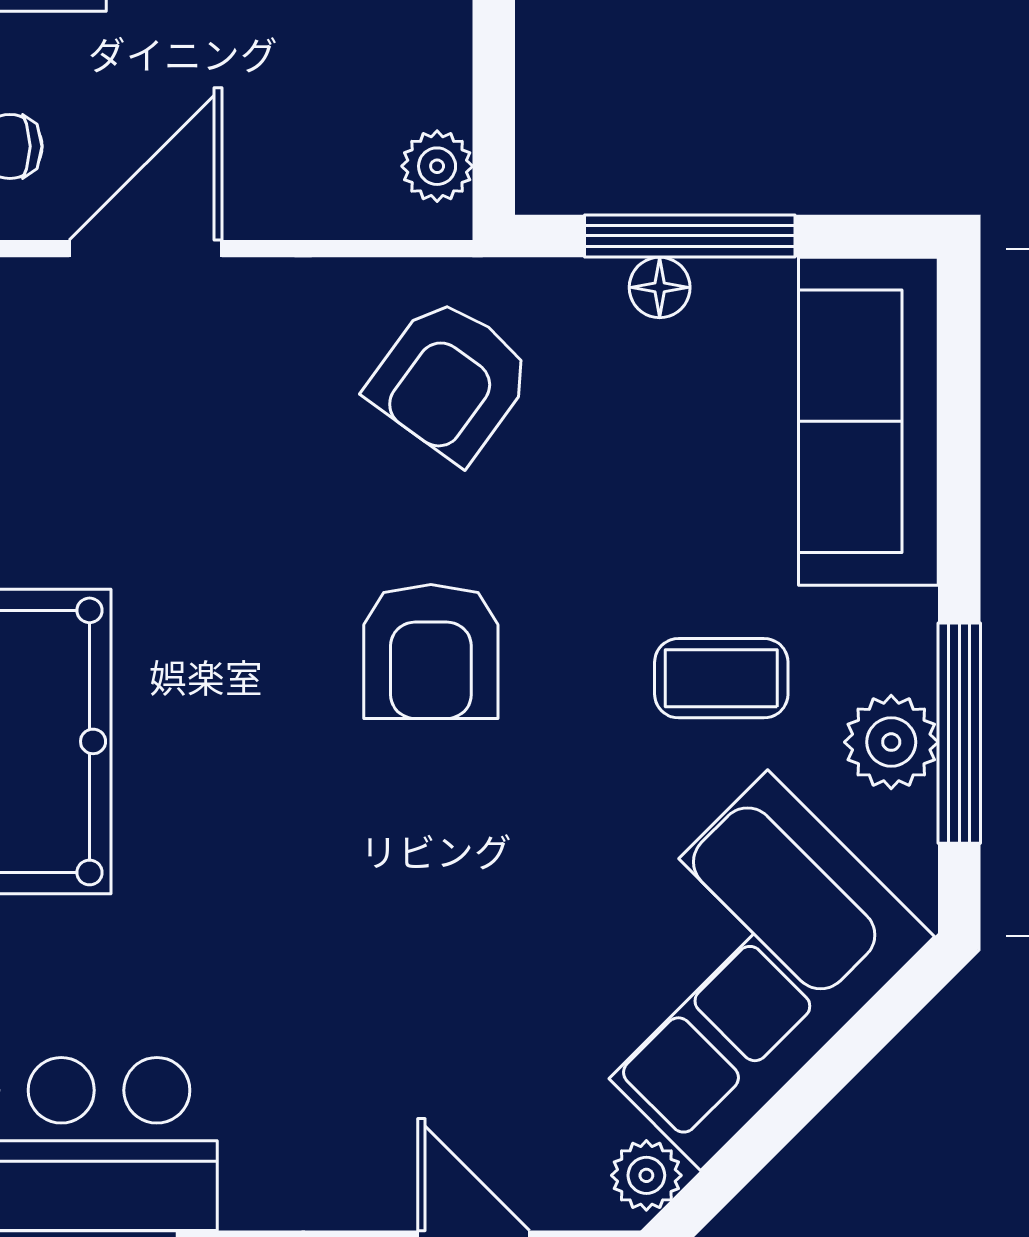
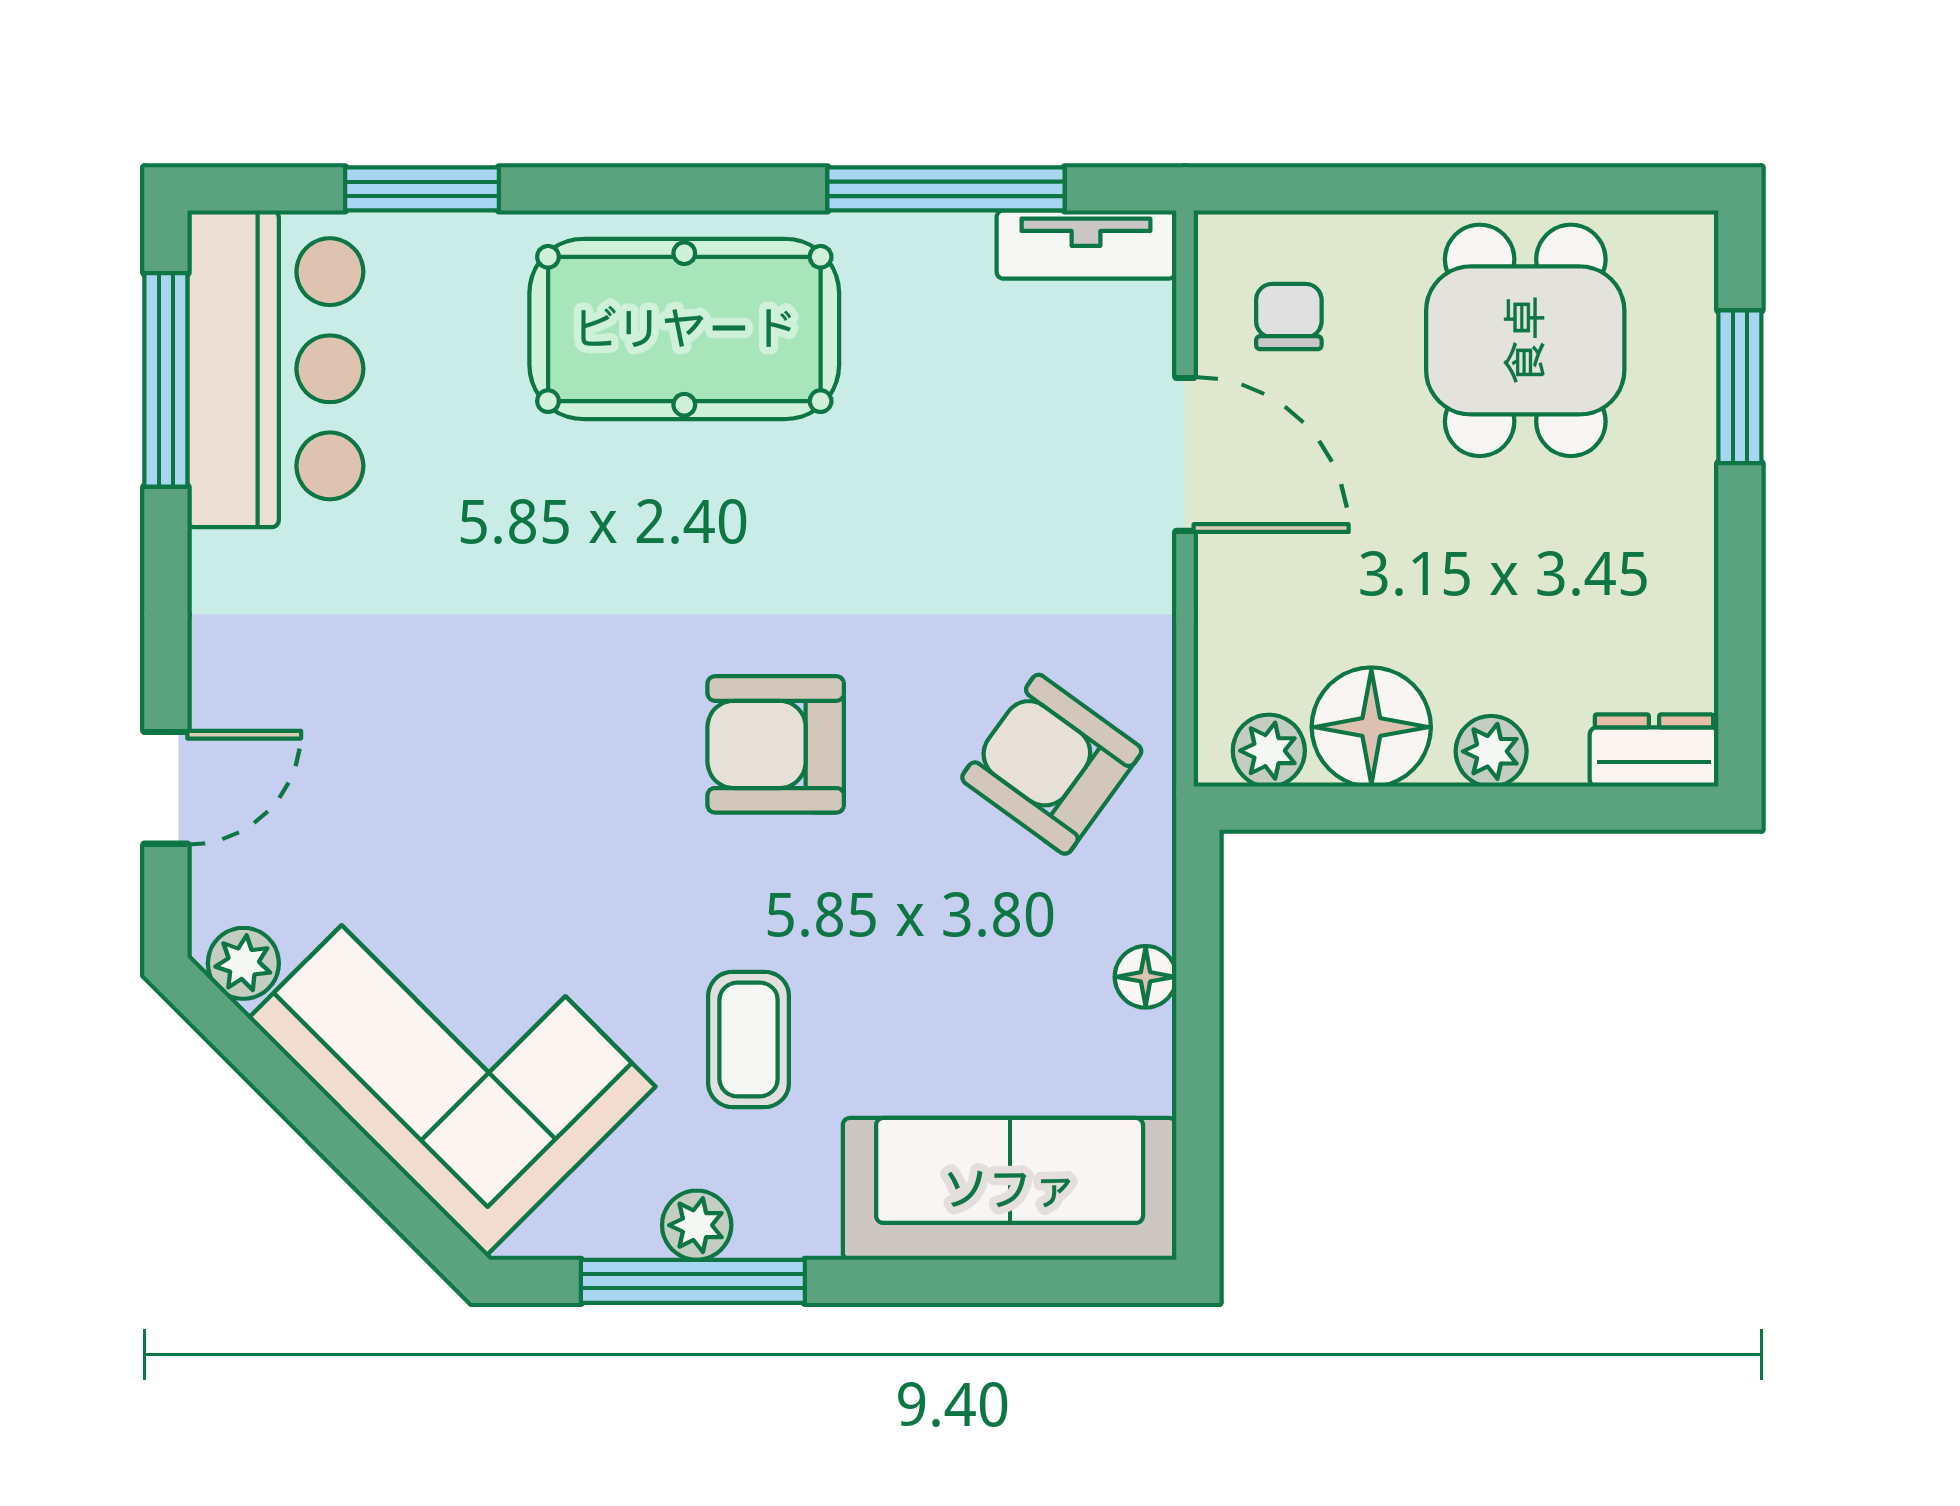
floor lamp: (414, 65) -> (1371, 727), added
window: (690, 236) -> (1198, 1008), removed
plant: (891, 742) -> (697, 1225), width x0.73, depth x0.73

